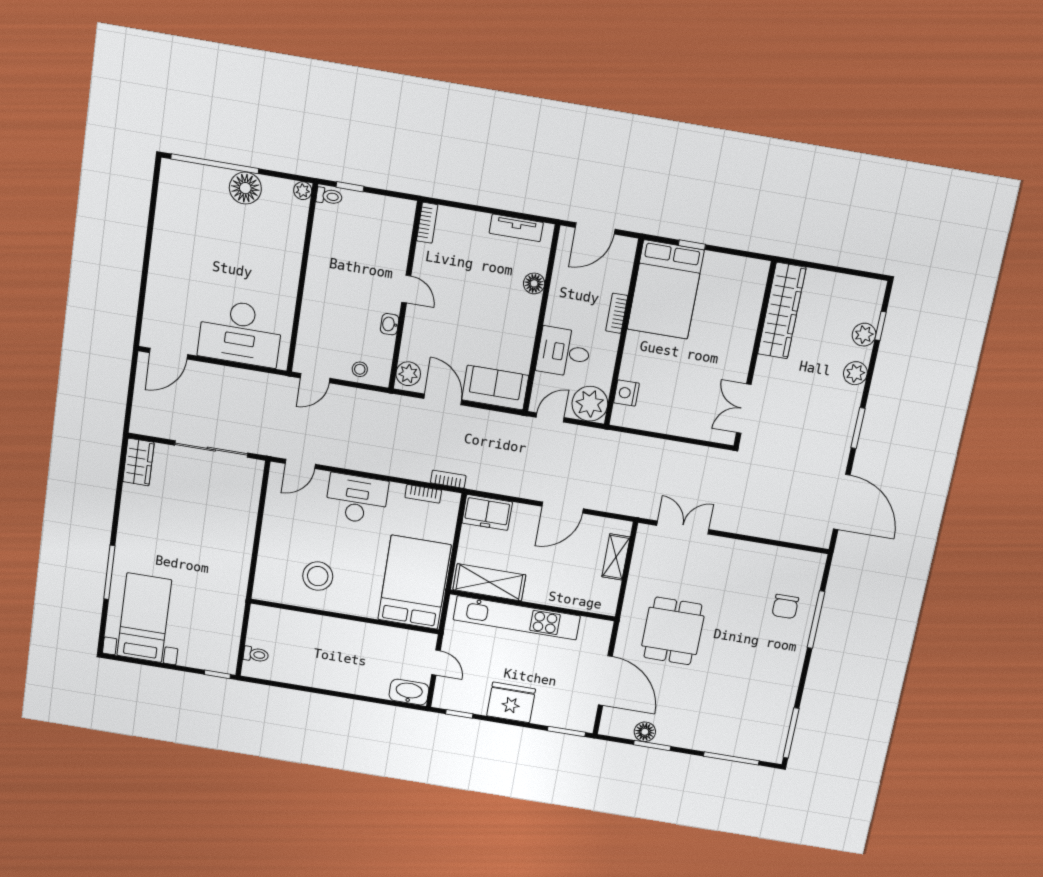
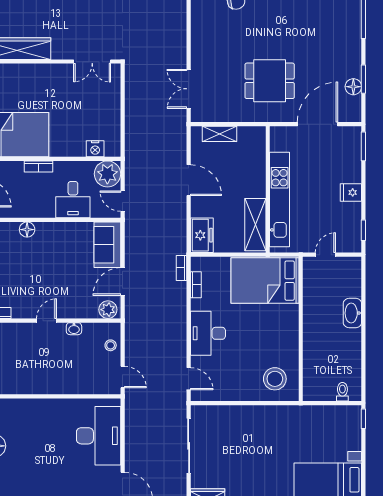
stool: (318, 576) -> (275, 379), moved
washbasin: (409, 692) -> (352, 313), moved
fridge: (511, 702) -> (351, 192), width x0.53, depth x0.75

